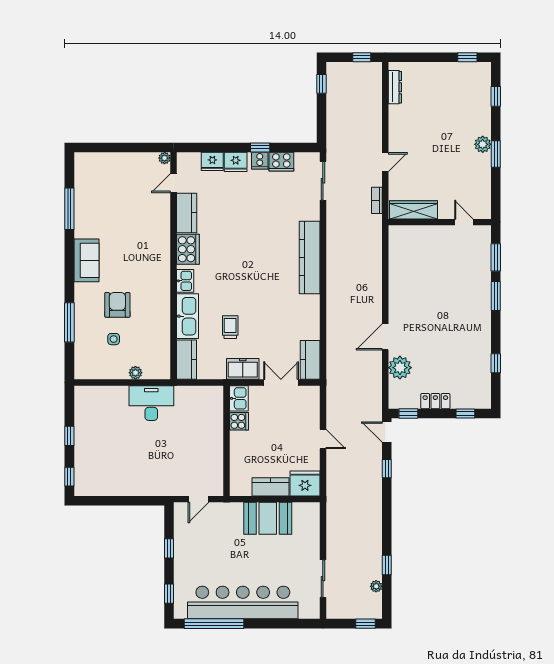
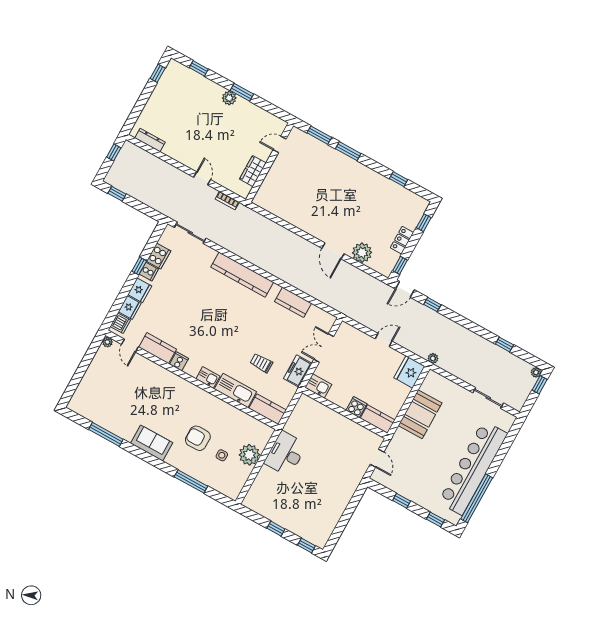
dishwasher: (191, 161) -> (120, 323), added
wardrobe: (414, 210) -> (253, 171), width x0.67
cooker: (188, 249) -> (179, 361), width x0.53, depth x0.76
kitchen counter: (310, 360) -> (293, 302), moved
plant: (135, 373) -> (249, 455), width x1.87, depth x1.87
cooker: (239, 421) -> (356, 407), moved
kitchen counter: (271, 487) -> (378, 419), moved, turned 90
plant: (332, 500) -> (433, 358), added
plant: (376, 586) -> (536, 372), moved

